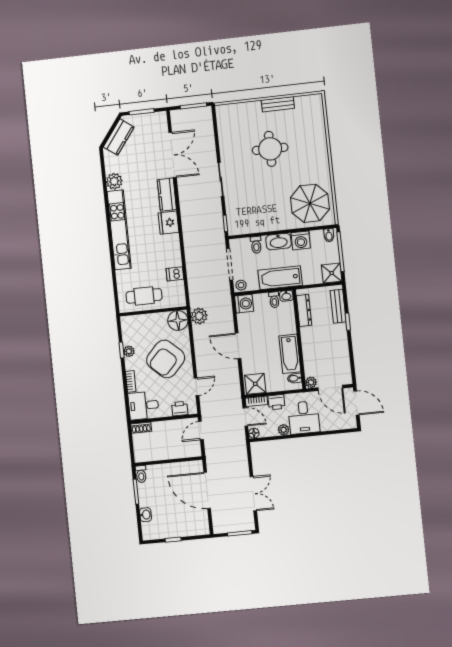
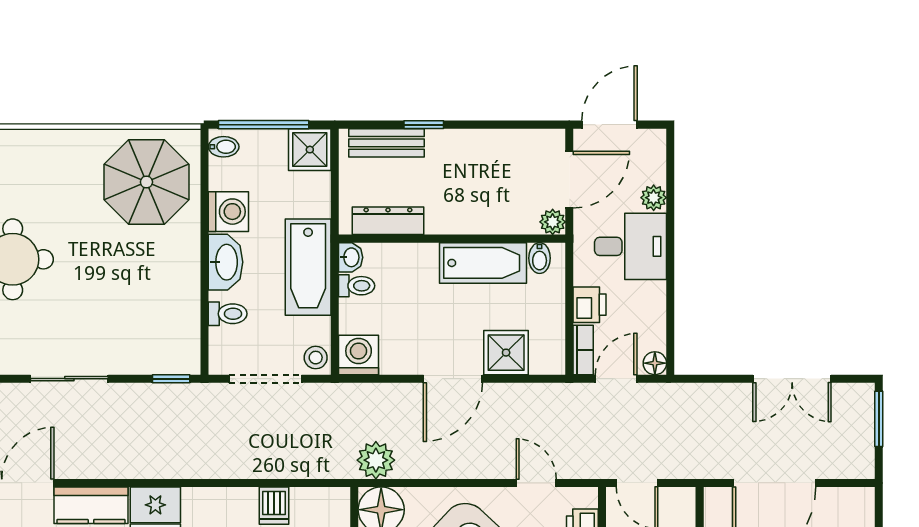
shower: (255, 384) -> (506, 353), moved
plant: (284, 430) -> (654, 198), moved
double door: (253, 494) -> (792, 379), swing flipped

